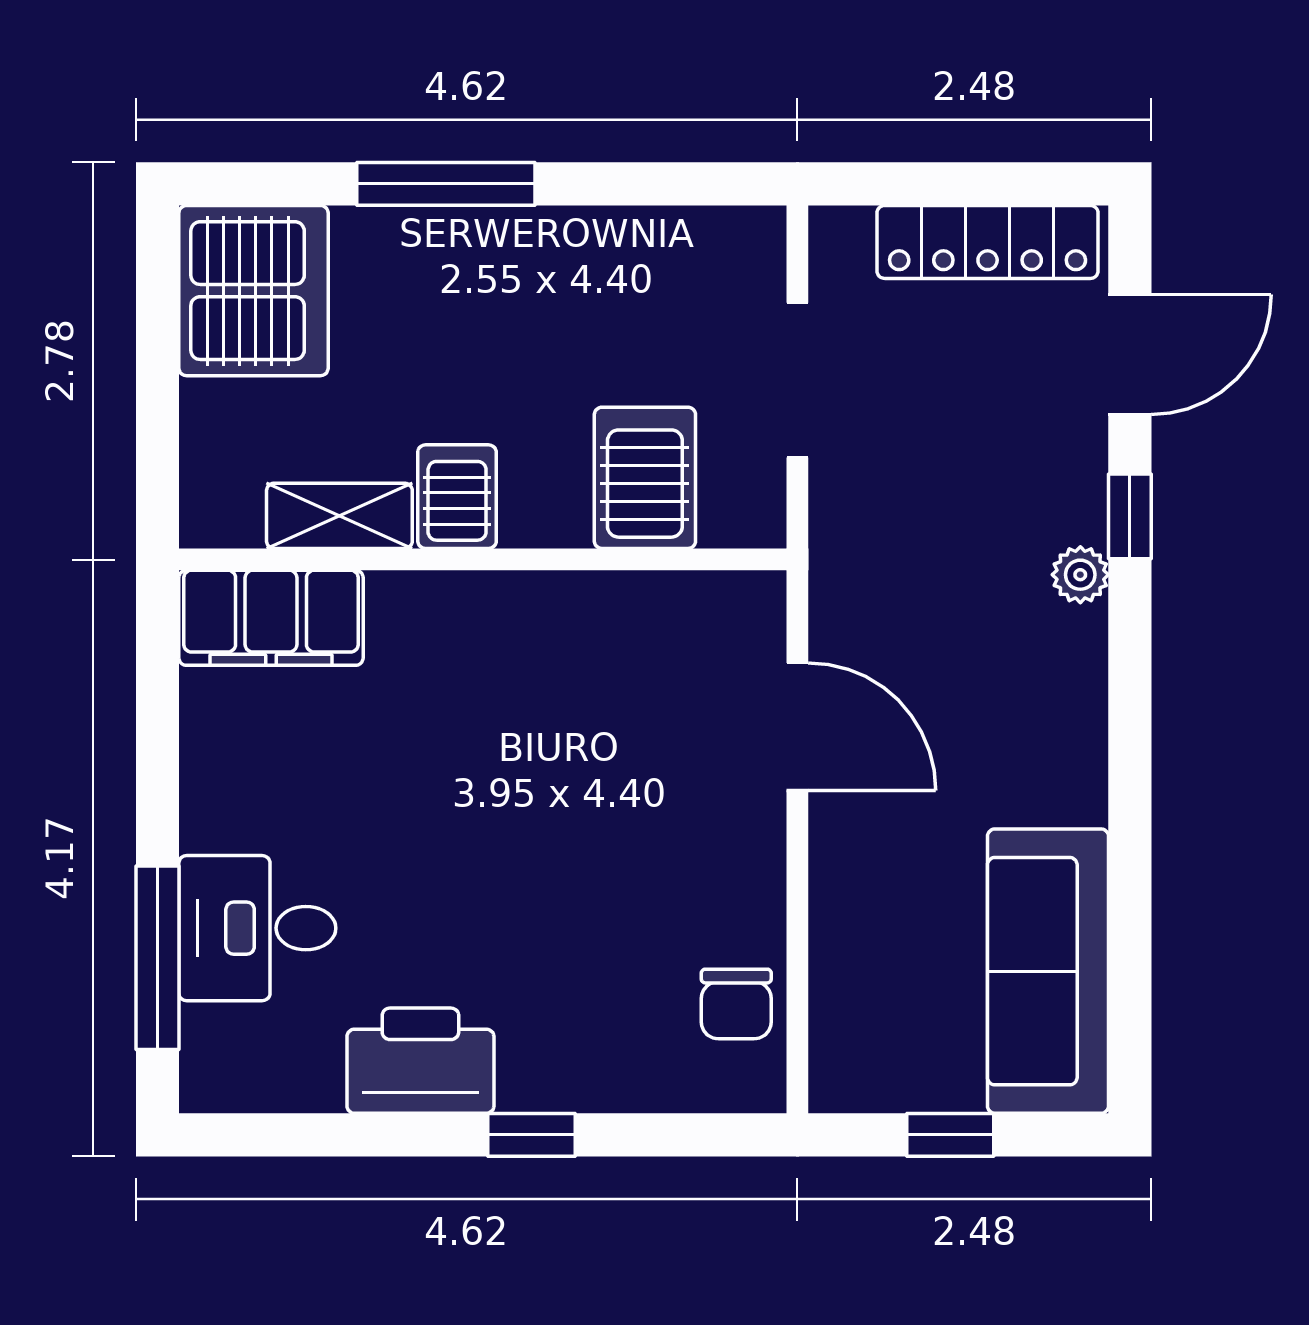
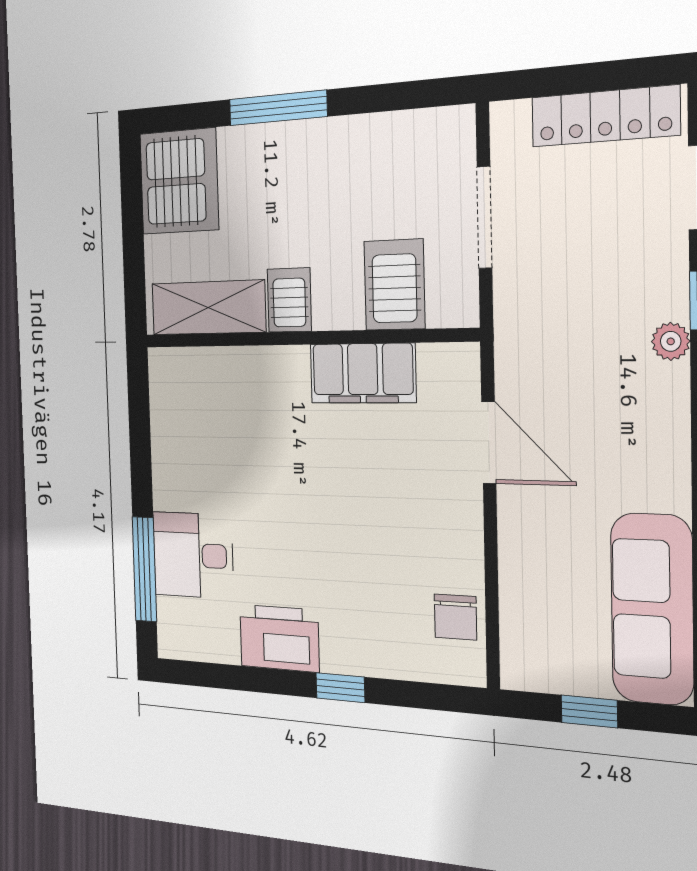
shelving: (339, 516) -> (208, 308), width x1.50, depth x1.33
filing cabinet: (271, 618) -> (363, 373), moved

